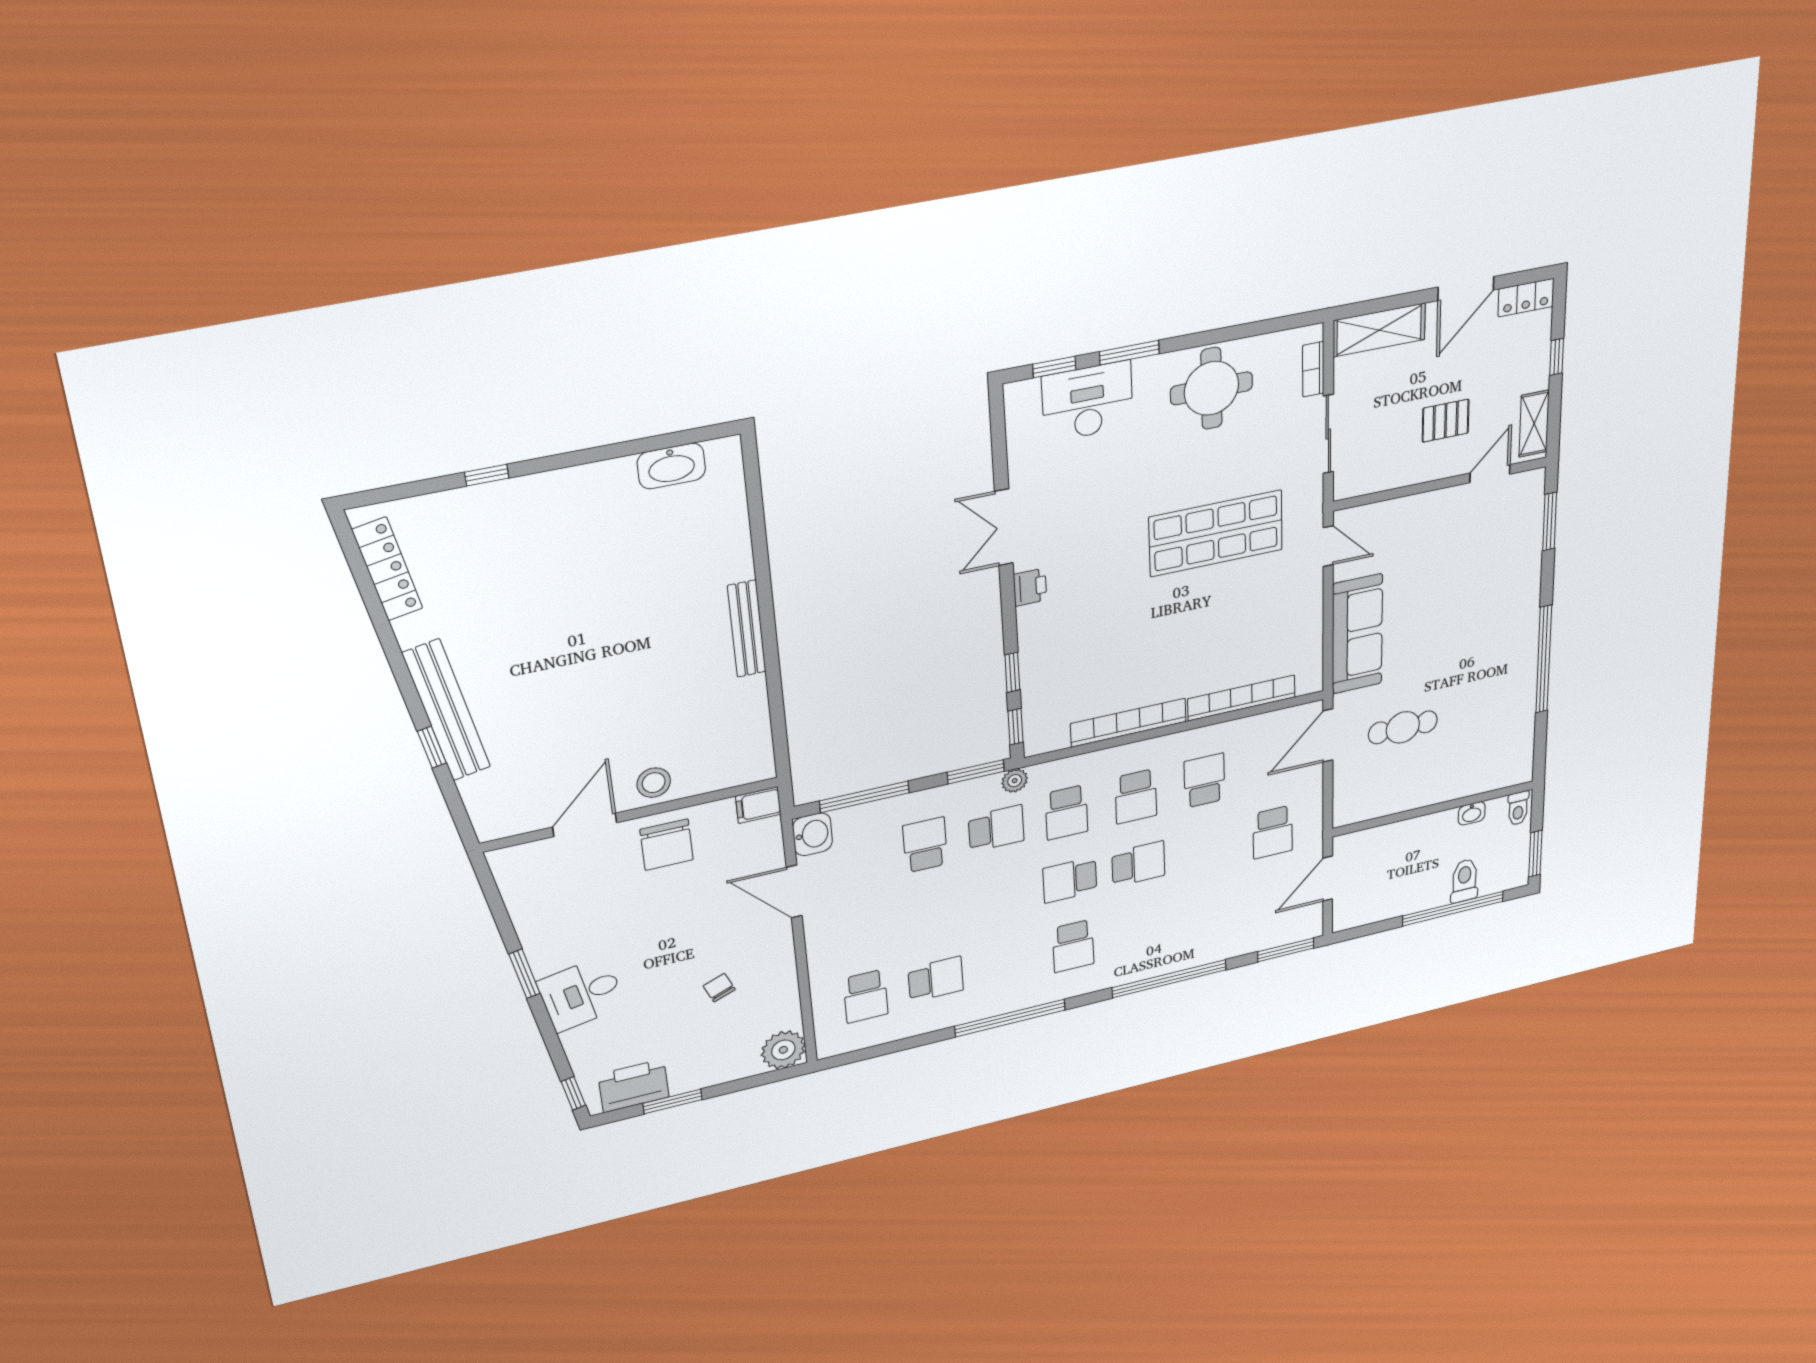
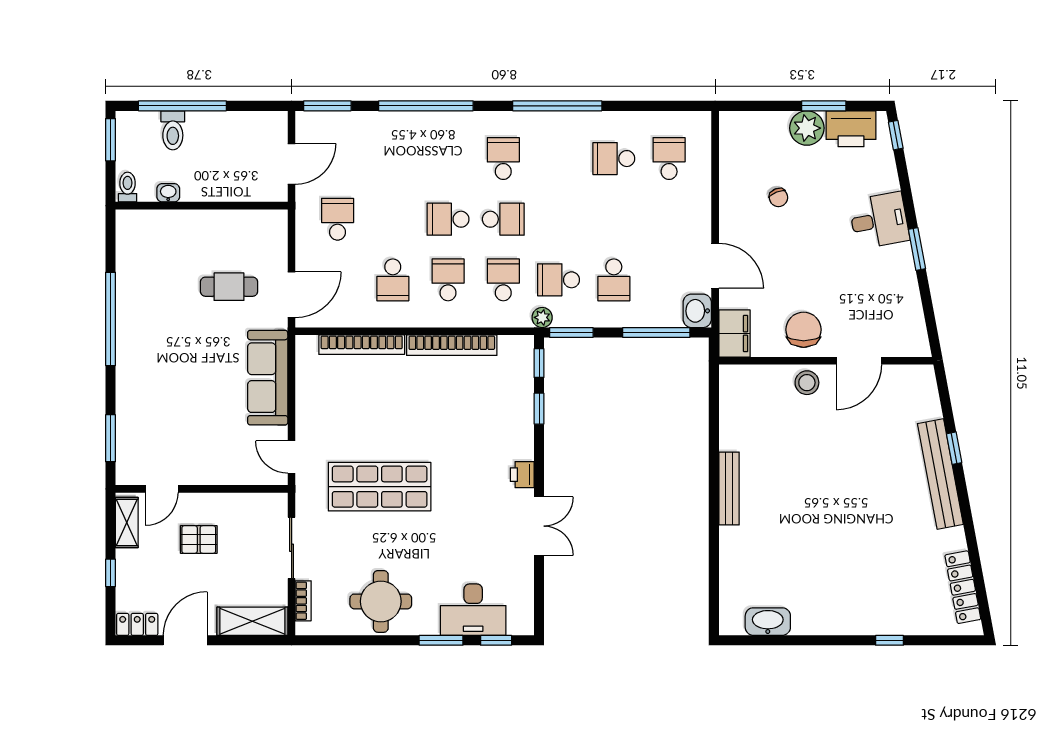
filing cabinet: (758, 805) -> (735, 334), width x2.00
plant: (783, 1050) -> (807, 128), moved

